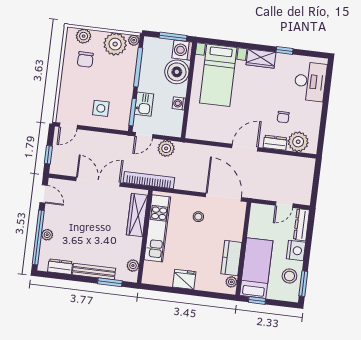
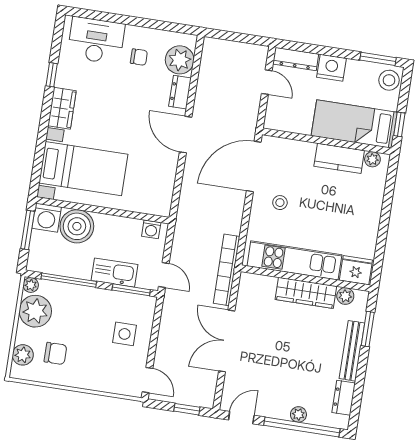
washing machine: (179, 103) -> (151, 229), moved
kitchen sink: (144, 104) -> (114, 273), width x1.38
chair: (283, 117) -> (139, 57), moved
plant: (166, 148) -> (183, 245), removed
wardrobe: (137, 215) -> (306, 293), moved
stool: (289, 276) -> (389, 80), moved
fridge: (184, 279) -> (356, 270), moved, turned 90

